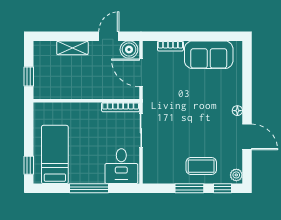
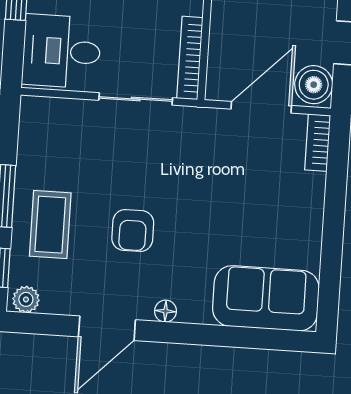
bookcase: (170, 46) -> (318, 143), moved
sofa: (209, 55) -> (266, 298), moved, turned 90
armchair: (201, 128) -> (133, 231), added

